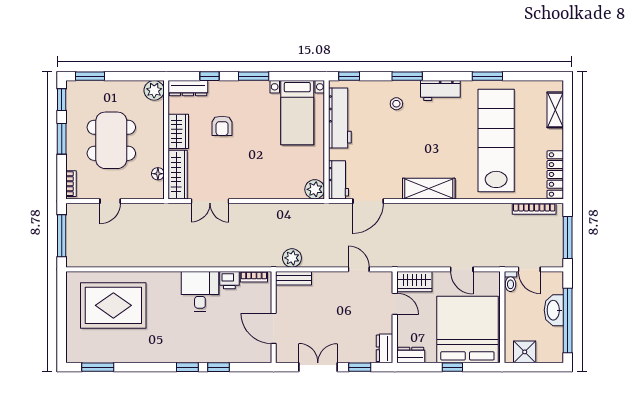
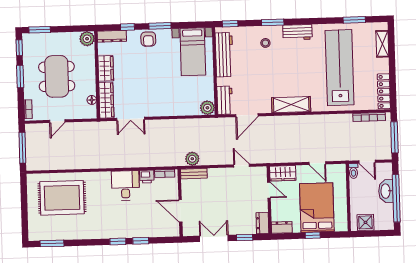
window: (487, 76) -> (354, 20), moved
armchair: (222, 126) -> (148, 39), moved
bed: (467, 330) -> (317, 208), width x0.73

